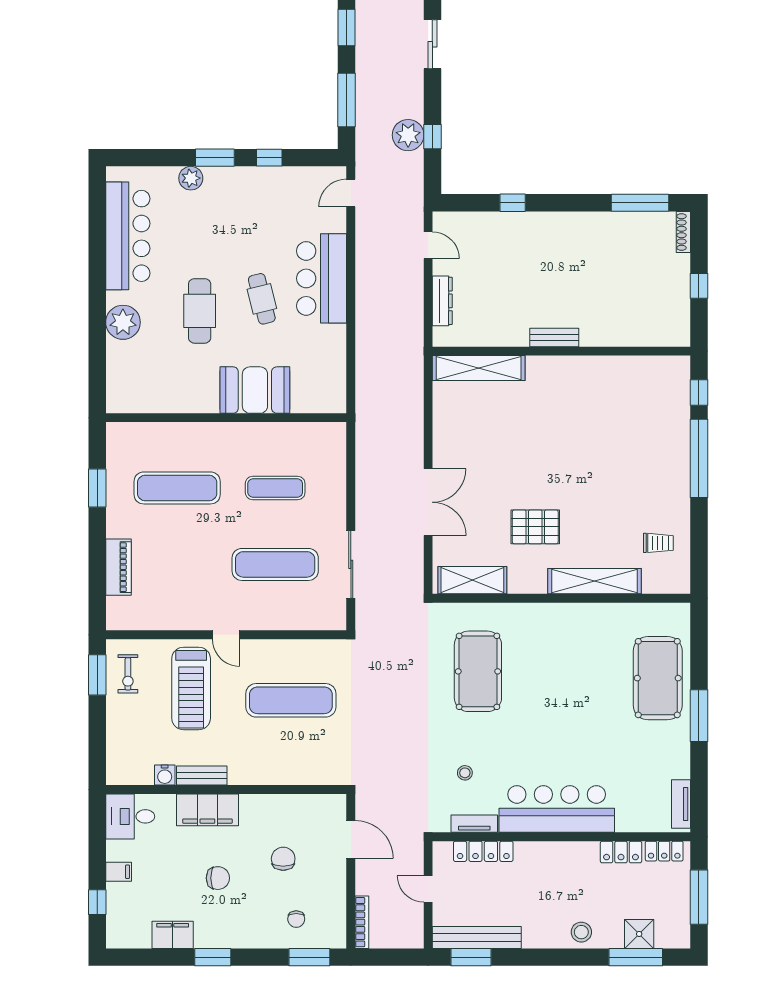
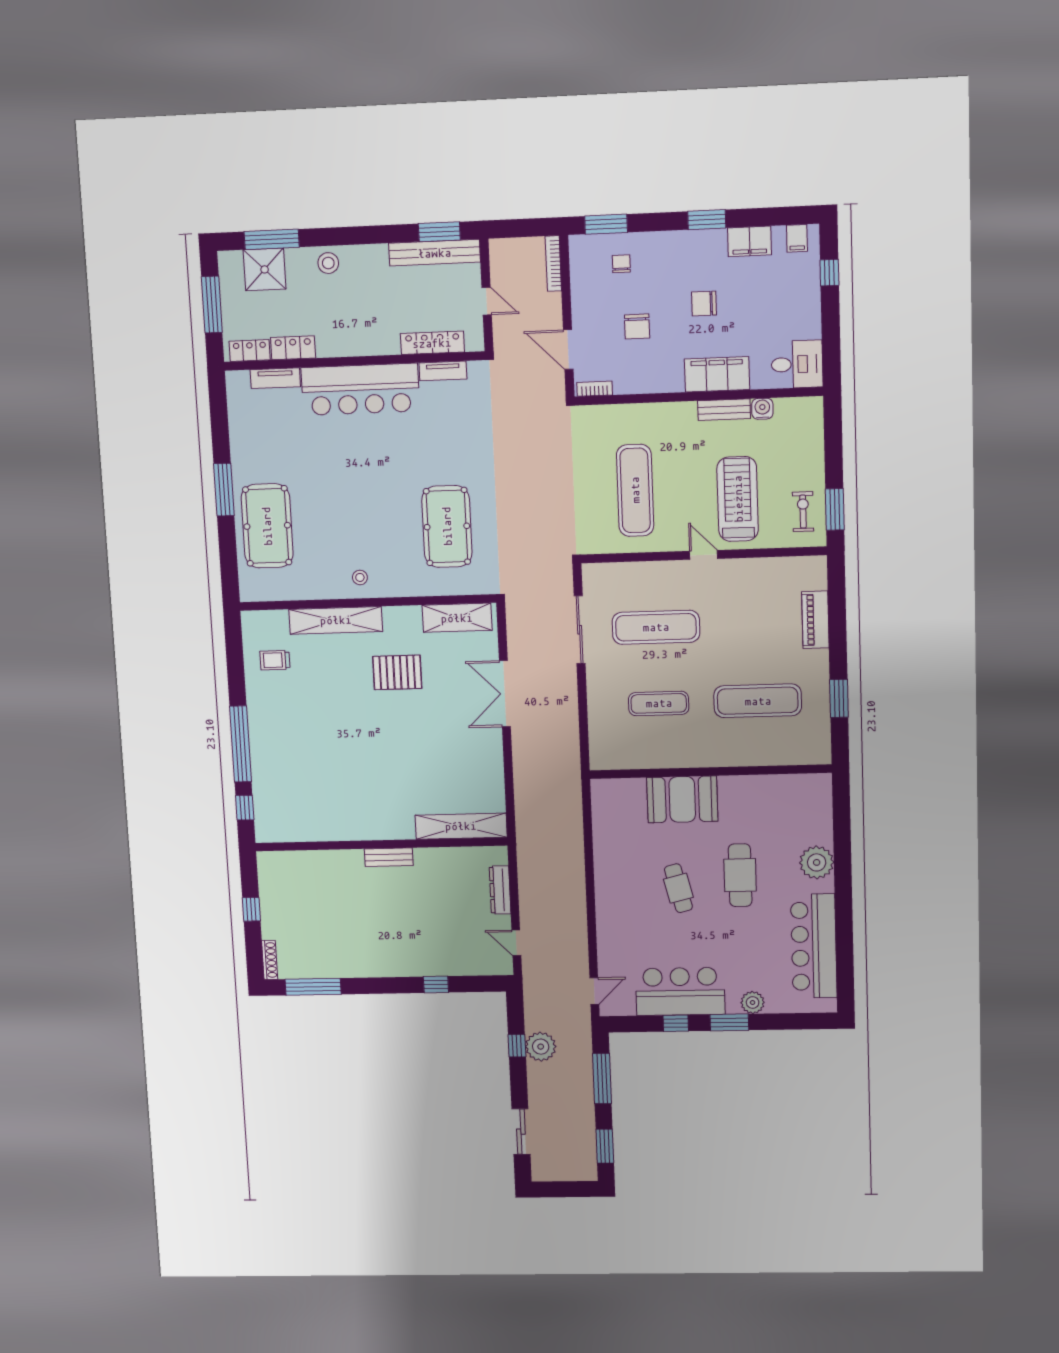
bar counter: (322, 278) -> (680, 991), moved, turned -90
exercise mat: (291, 700) -> (635, 490), turned 90
stool: (465, 773) -> (360, 577), moved
bookcase: (327, 801) -> (595, 389), added
tv unit: (681, 804) -> (275, 378), moved, turned 90
filing cabinet: (119, 872) -> (797, 238), moved, turned -90
shower: (639, 934) -> (265, 269), width x1.36, depth x1.36

